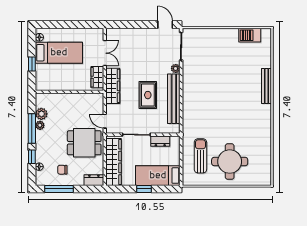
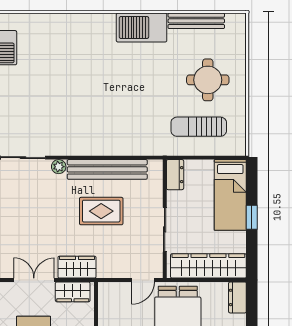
wardrobe: (113, 86) -> (77, 267), width x0.67
bench: (266, 86) -> (196, 21), moved
barbecue: (262, 120) -> (142, 28), added
dresser: (160, 141) -> (175, 175), moved
round table: (230, 162) -> (208, 80), width x0.73, depth x0.73

